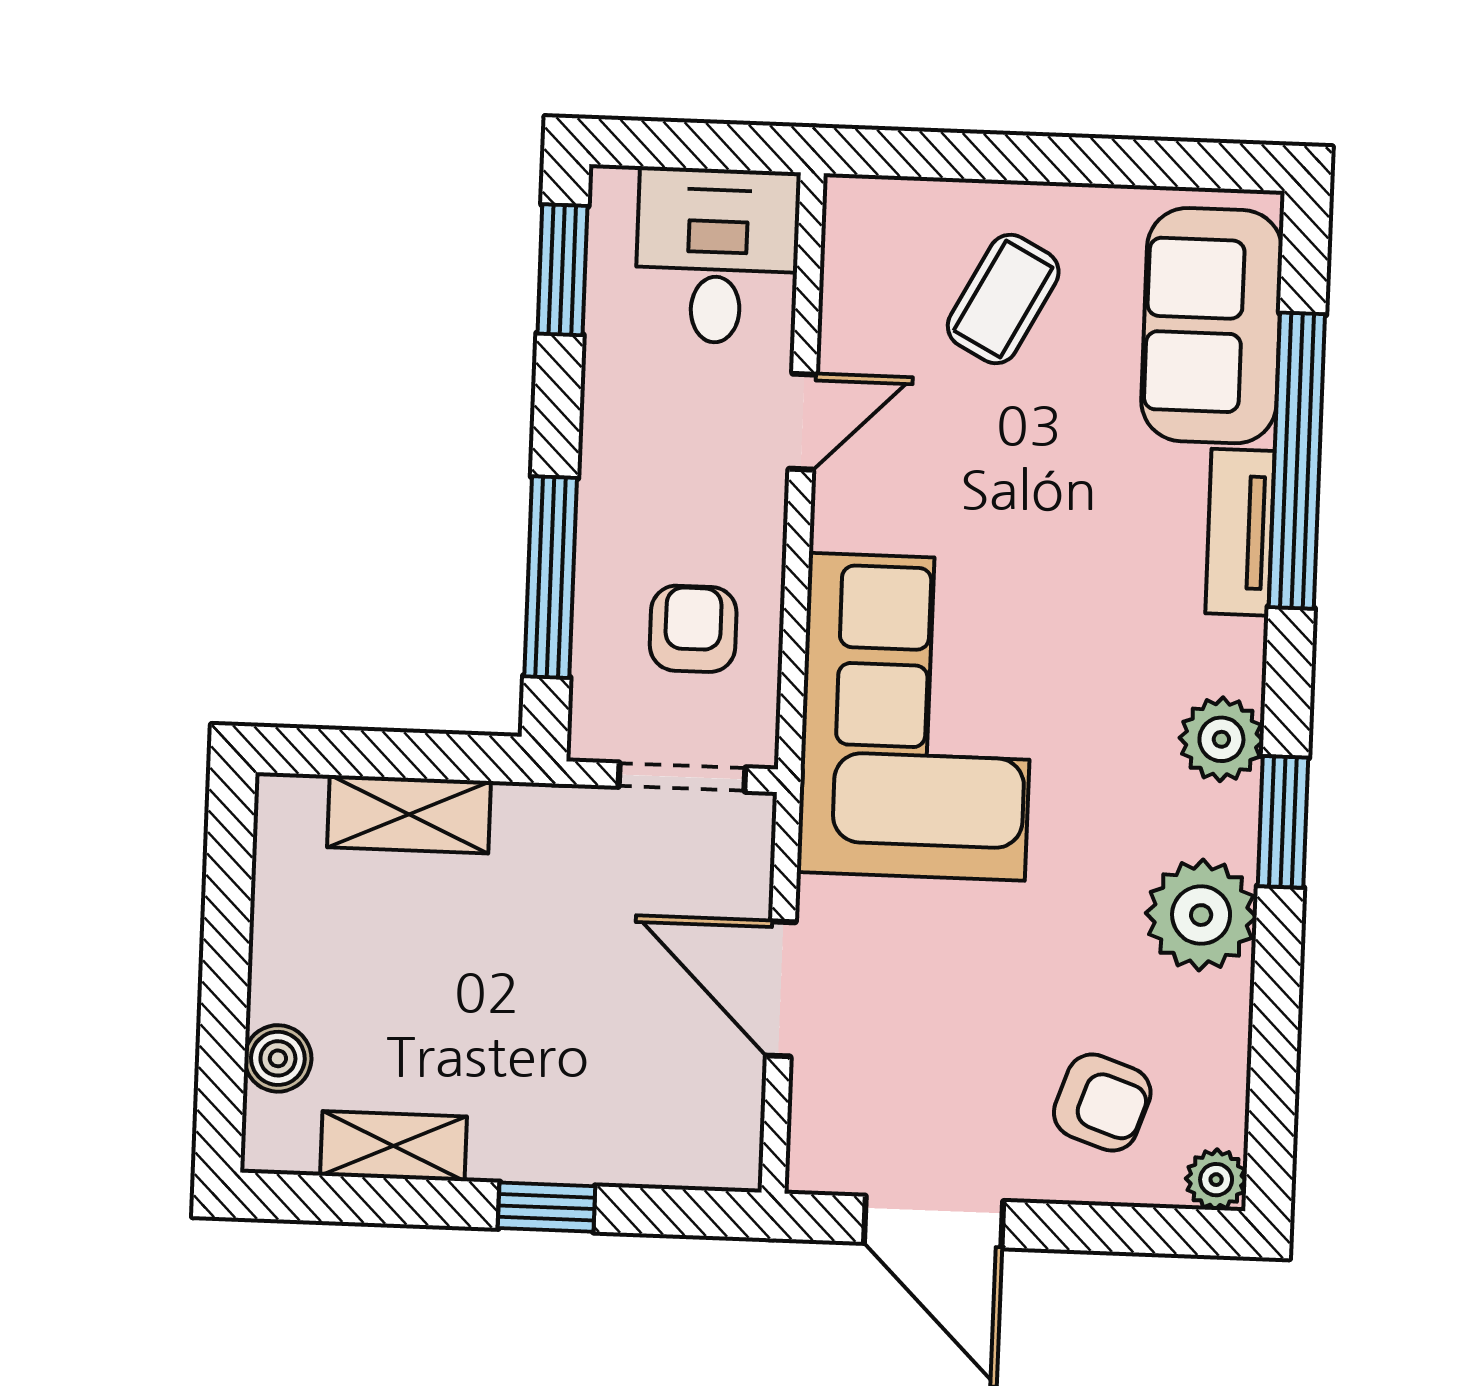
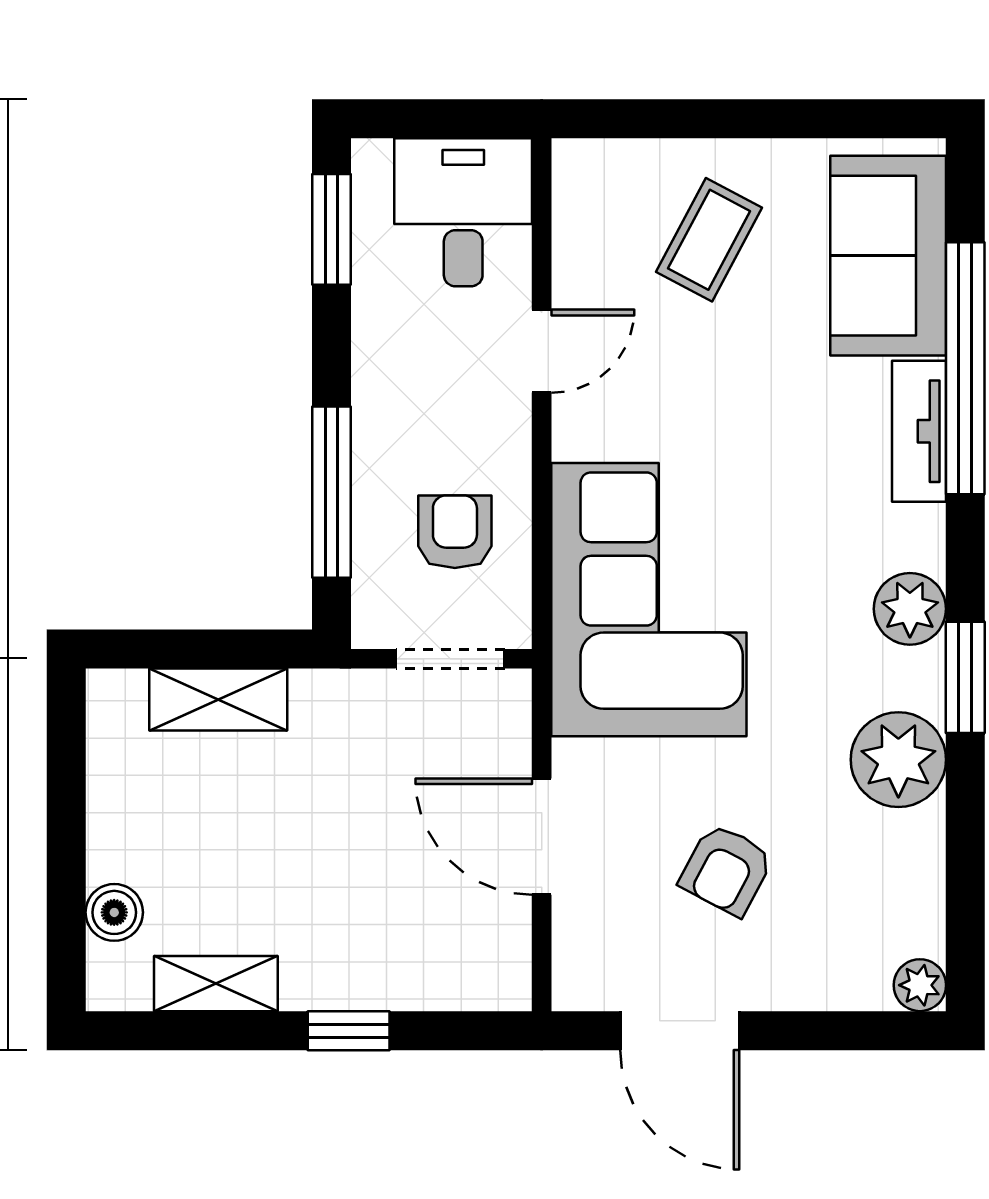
armchair: (1102, 1103) -> (726, 870), moved, turned 99

